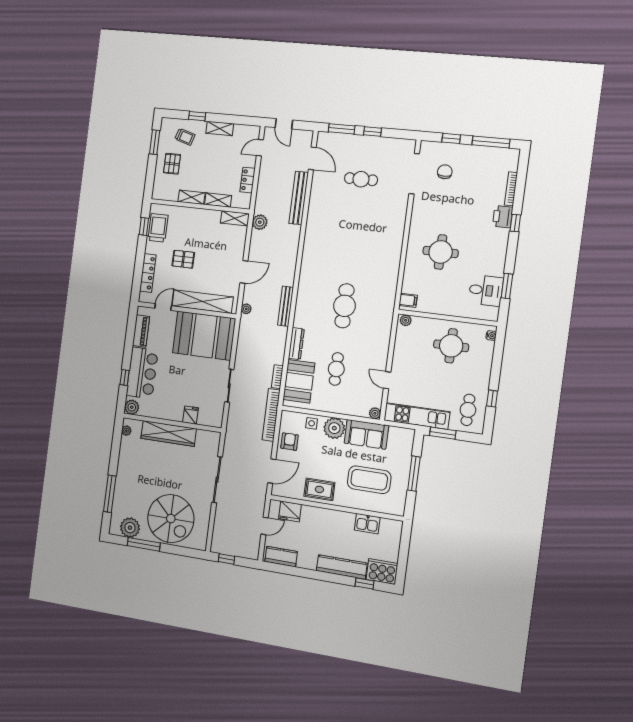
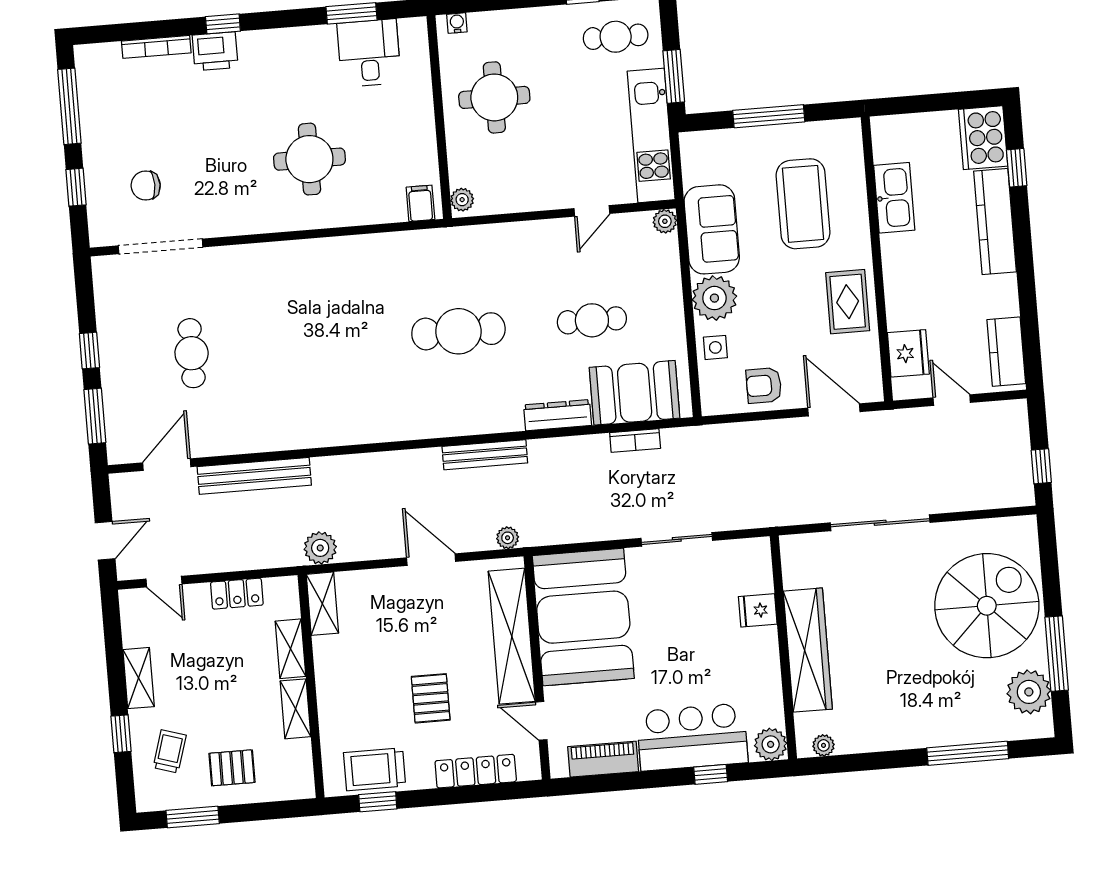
bookcase: (271, 415) -> (718, 436), removed
kitchen sink: (367, 524) -> (894, 198), width x1.38

